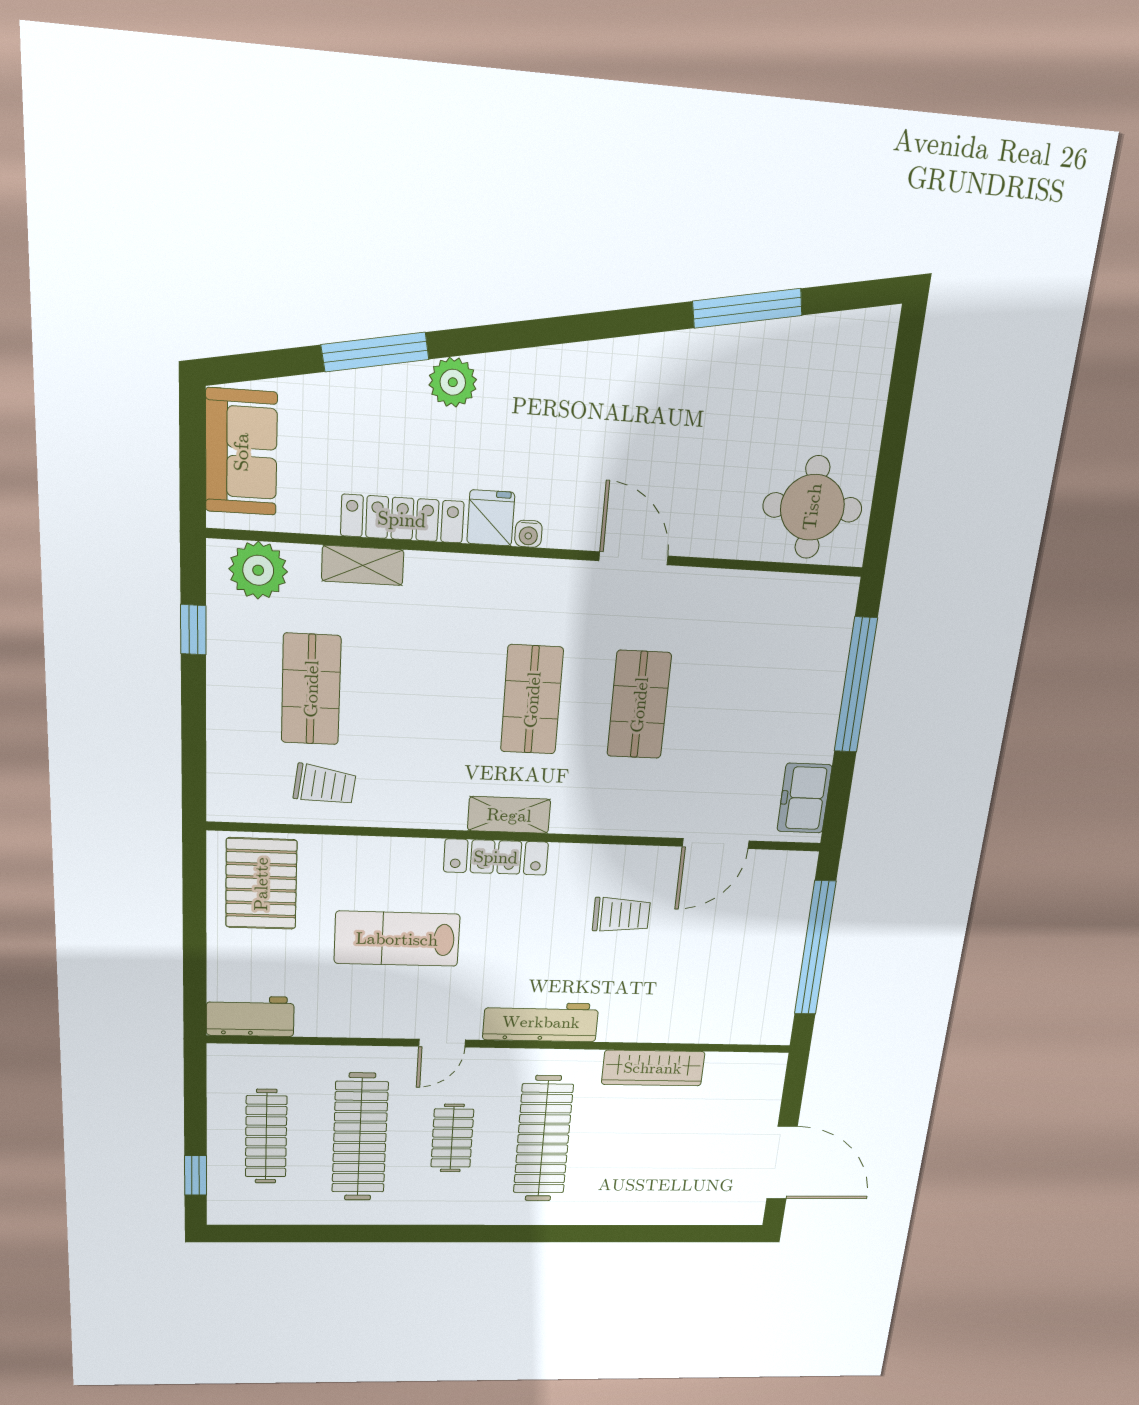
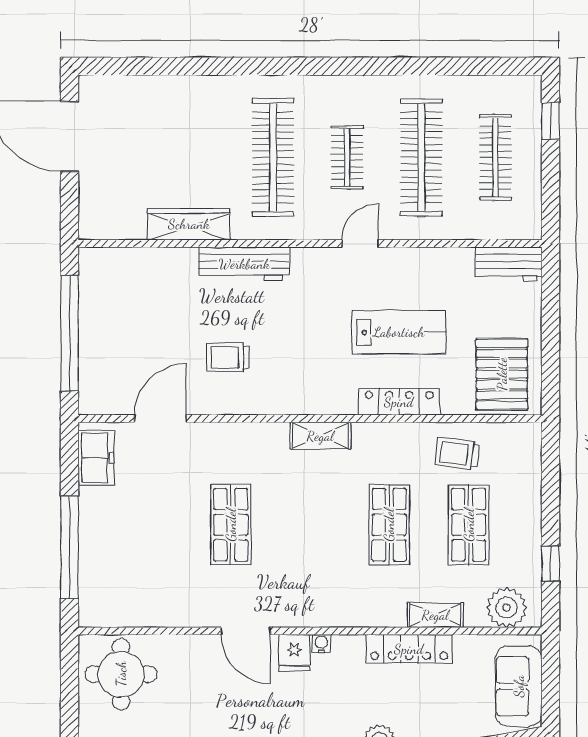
fridge: (491, 518) -> (294, 653), moved
shop shelf: (532, 700) -> (389, 525), moved
locker: (496, 857) -> (399, 402), moved
workbench: (541, 1022) -> (244, 264), moved

